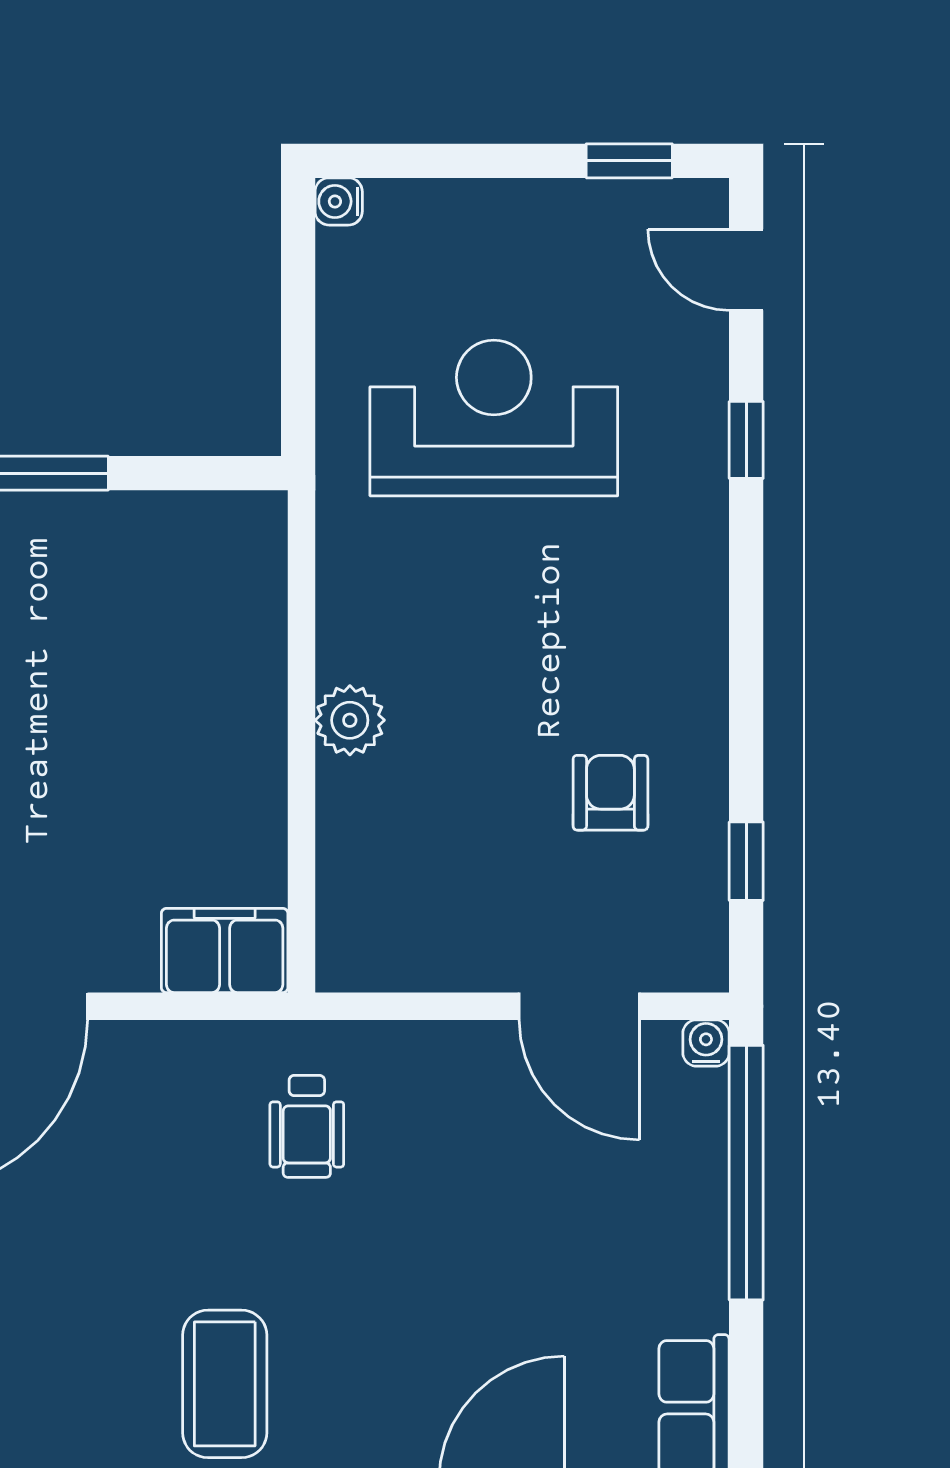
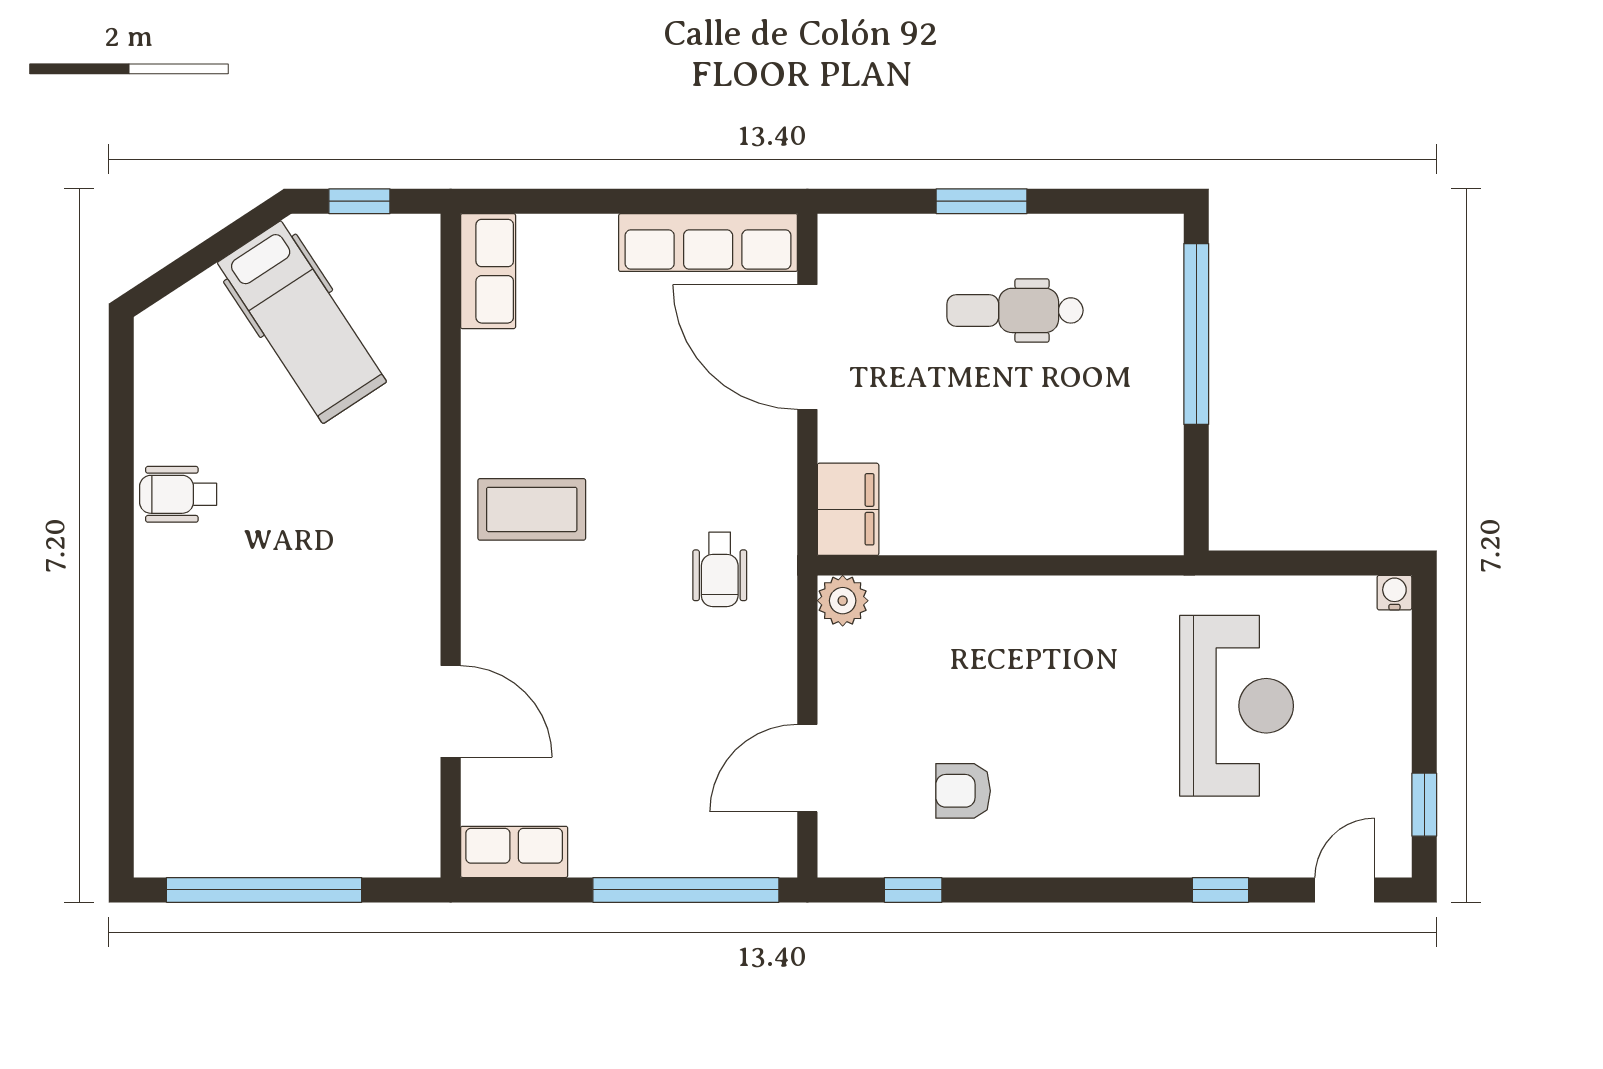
plant: (350, 720) -> (843, 601), moved
armchair: (610, 793) -> (963, 791), turned 180
water cooler: (706, 1043) -> (780, 861), removed
wheelchair: (307, 1126) -> (720, 569), turned -90

